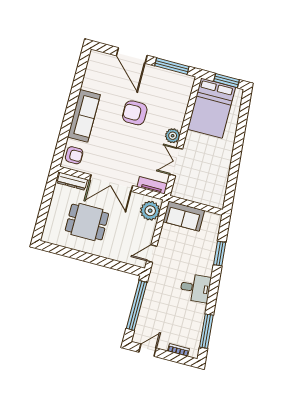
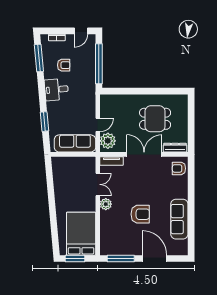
sofa: (84, 116) -> (179, 219), moved
sofa: (184, 216) -> (75, 143), width x1.36
door: (152, 253) -> (98, 125), moved
armchair: (179, 315) -> (64, 65), added

